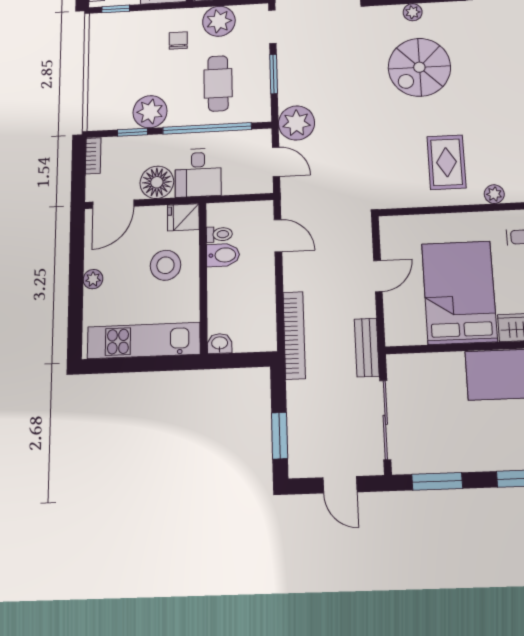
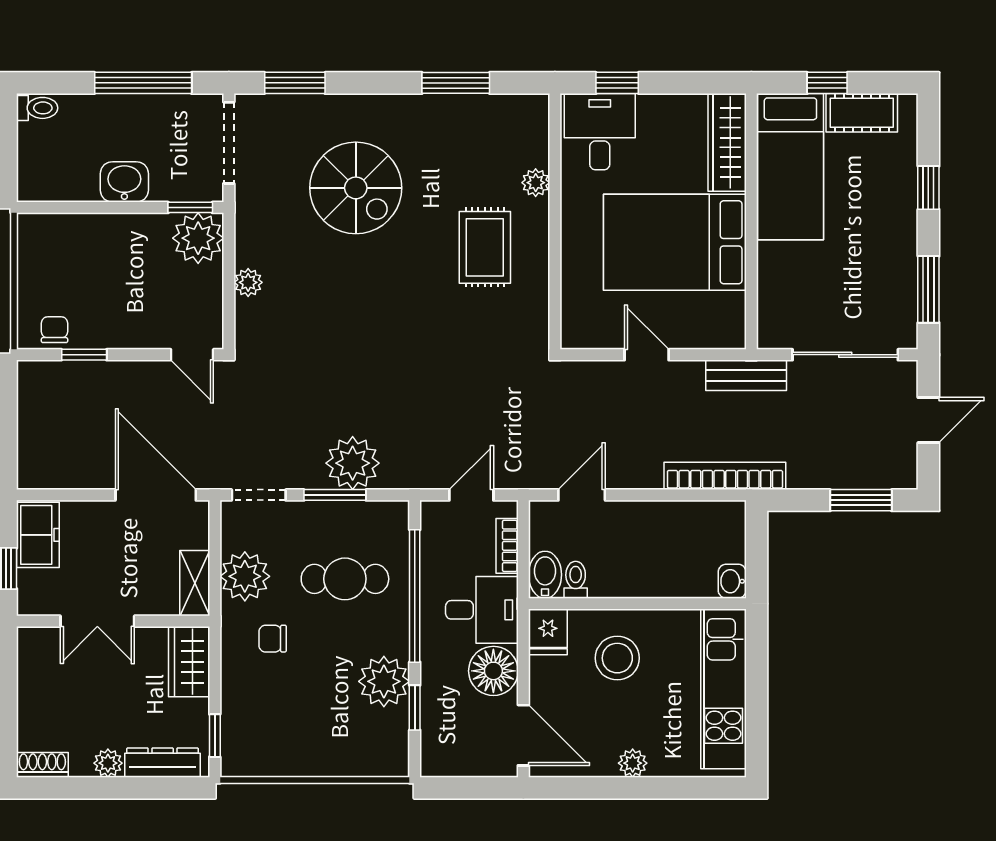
spiral stairs: (419, 67) -> (356, 188), moved
plant: (296, 123) -> (353, 463), moved
bookcase: (93, 156) -> (507, 546), moved, turned -90
rug: (447, 162) -> (485, 247), turned 90
bidet: (223, 255) -> (545, 575), moved

